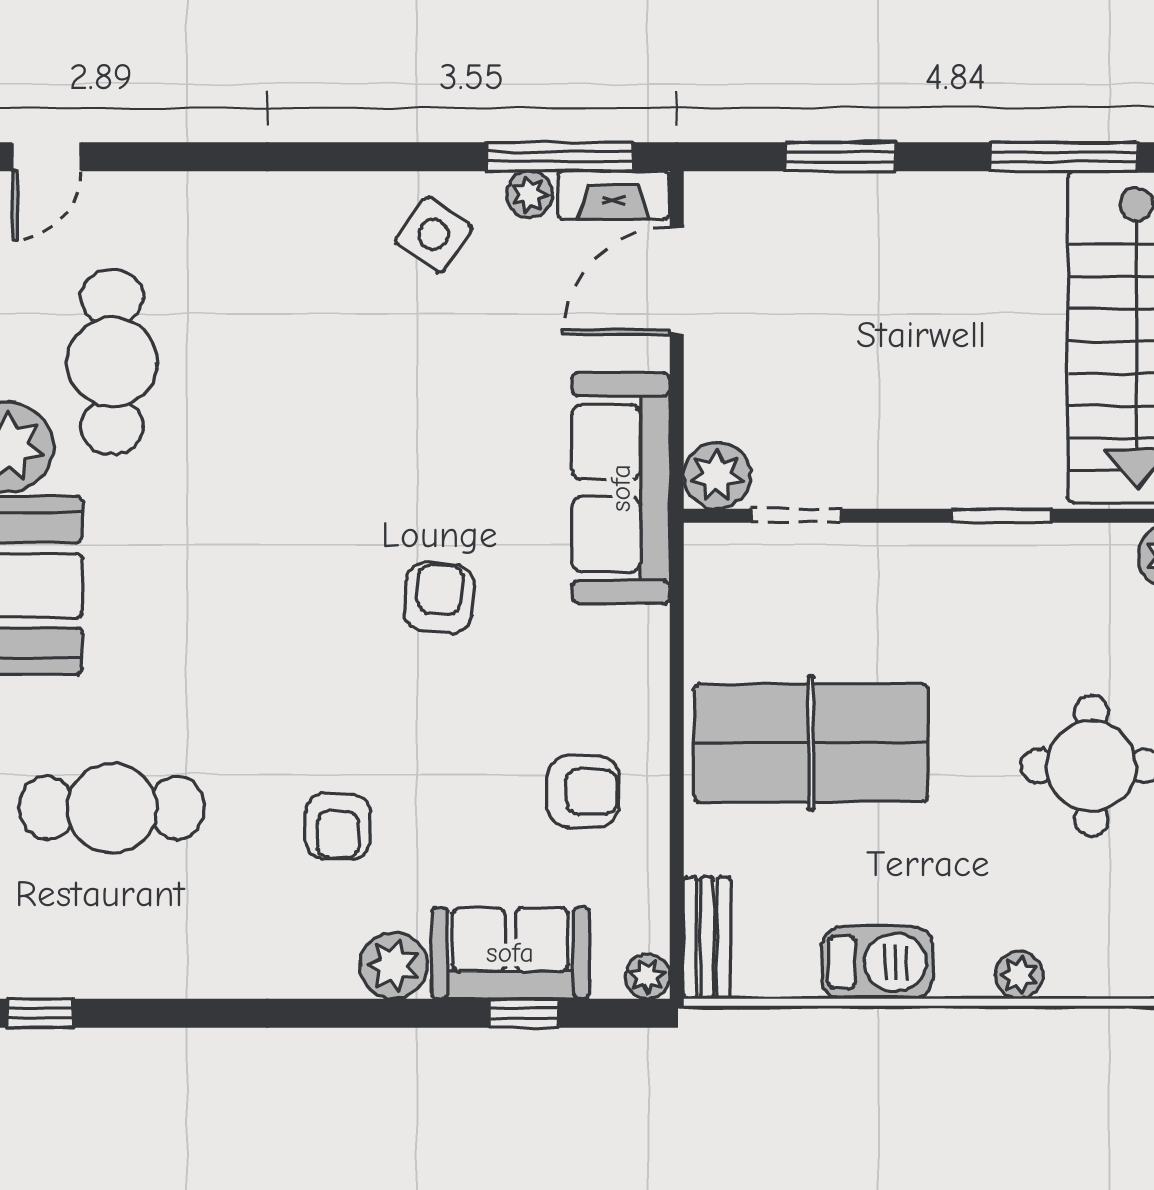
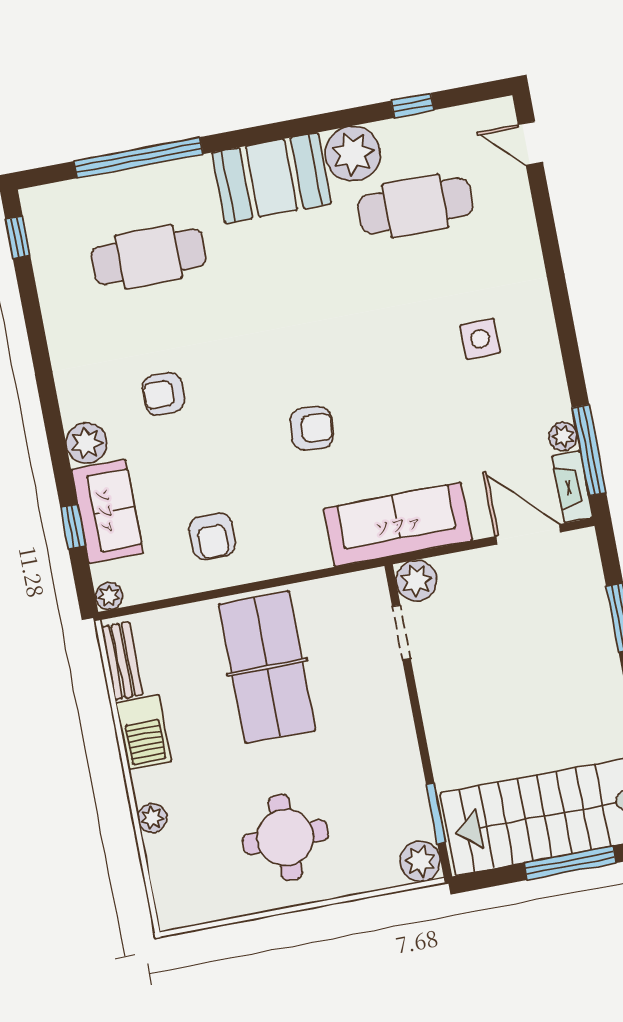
side table: (434, 234) -> (480, 339), moved, turned -35
window: (1001, 516) -> (436, 814), moved
cafe table: (112, 808) -> (149, 257), turned 90
bench: (707, 938) -> (122, 661), moved, turned 90

